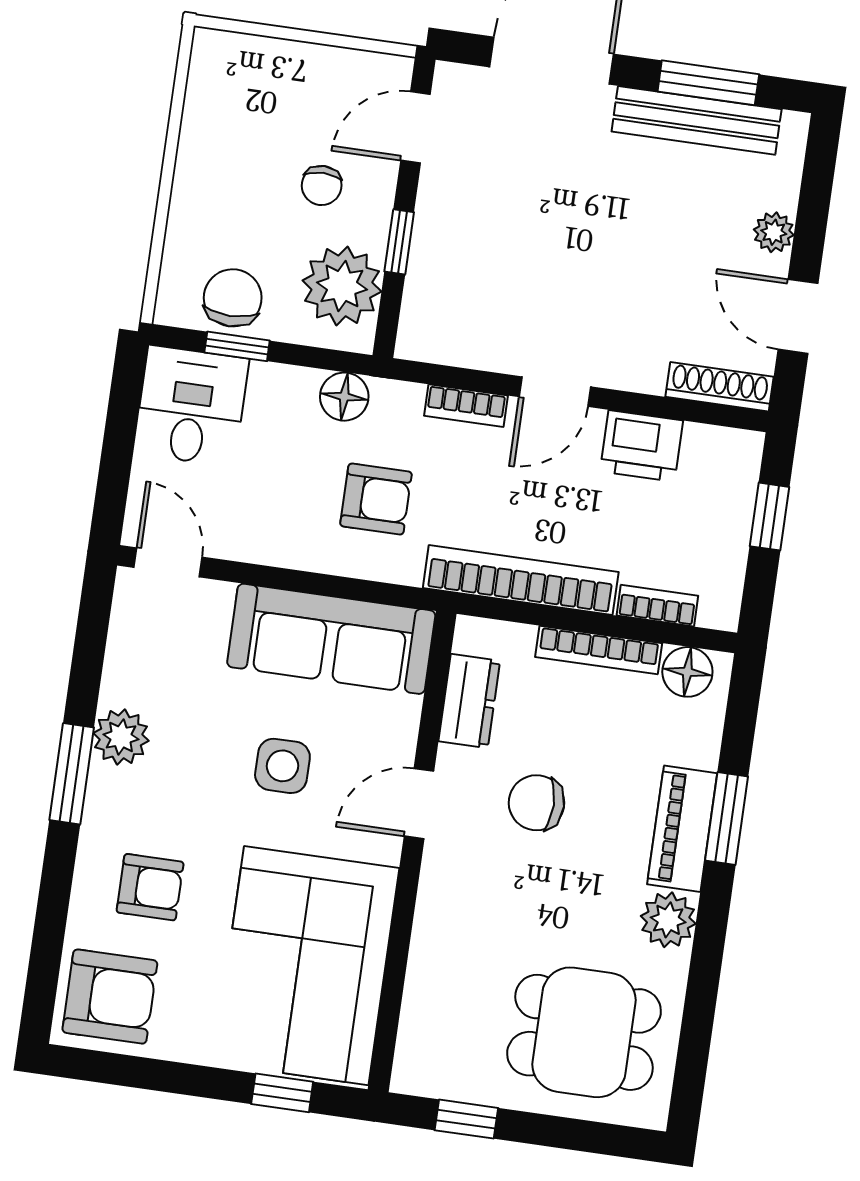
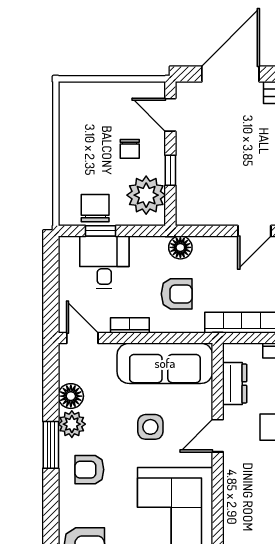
door: (416, 127) -> (170, 115), hinge flipped
floor lamp: (344, 397) -> (180, 247), moved
desk: (191, 406) -> (104, 262), moved
bookcase: (466, 406) -> (130, 325), moved, turned 180
floor lamp: (127, 679) -> (71, 396), added
armchair: (150, 887) -> (89, 470), moved, turned 180

